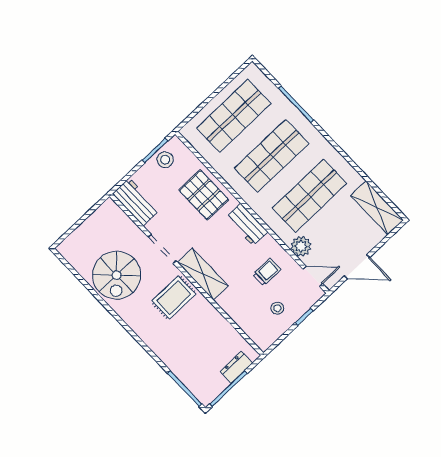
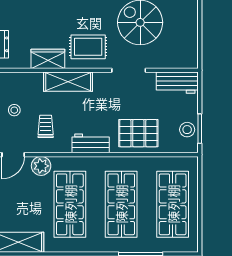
trolley: (267, 272) -> (46, 126), turned 180
shelving: (203, 274) -> (68, 82), moved
rug: (174, 298) -> (88, 47), turned 90
wardrobe: (213, 320) -> (48, 59), added

